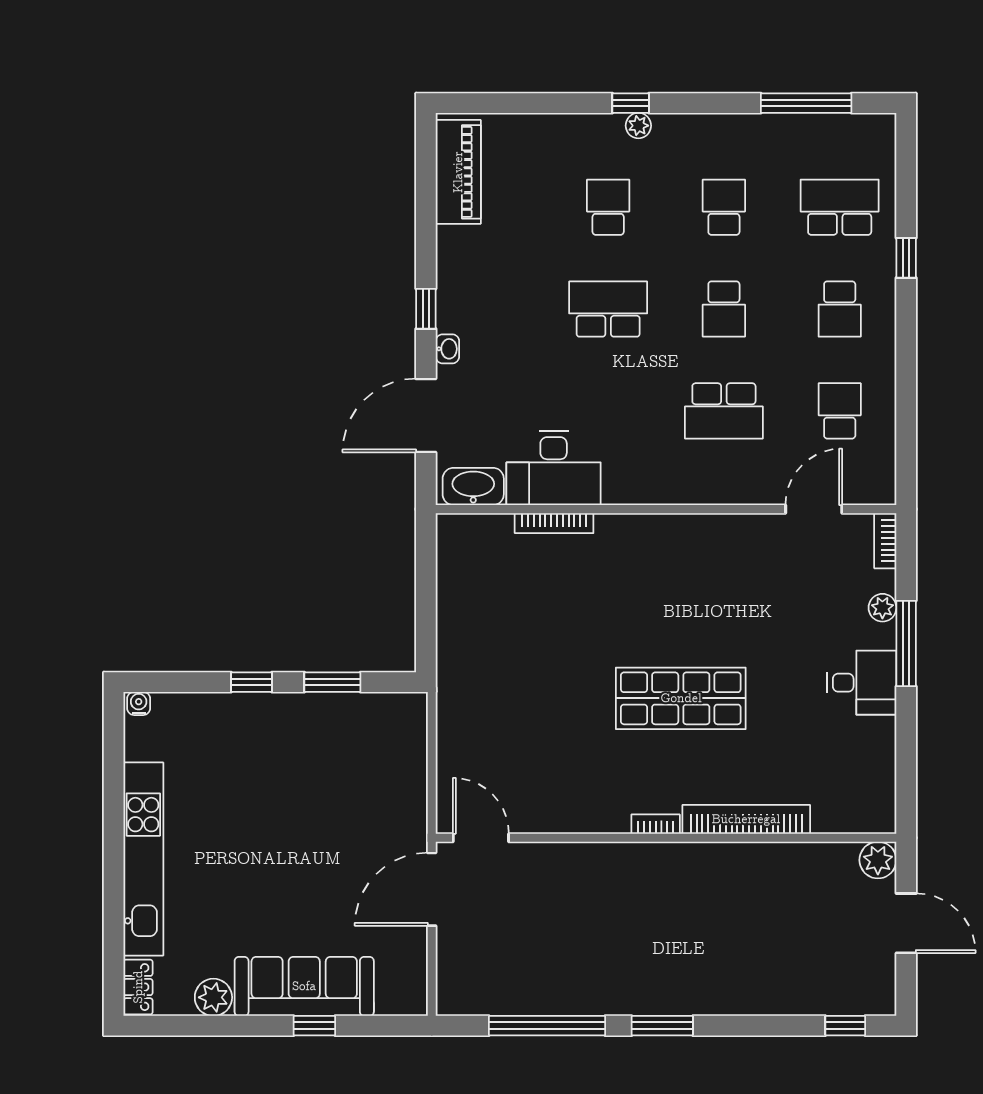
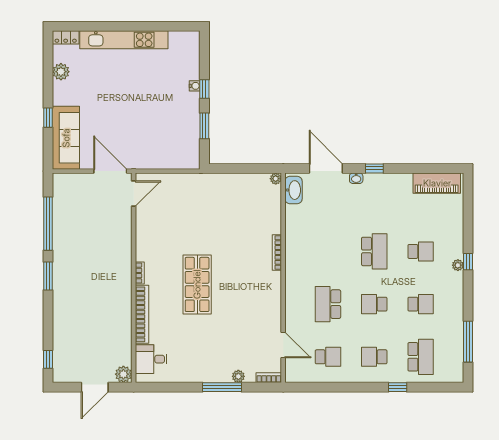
desk: (554, 468) -> (302, 227), removed
bookcase: (554, 523) -> (277, 252), moved
plant: (448, 526) -> (276, 179), added
desk: (862, 683) -> (151, 359), moved, turned 90
water cooler: (139, 703) -> (195, 86), moved
sofa: (304, 986) -> (66, 138), moved

